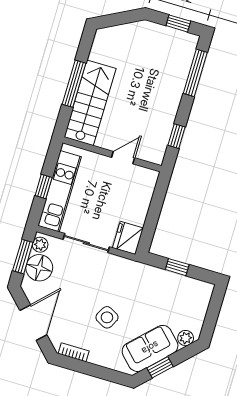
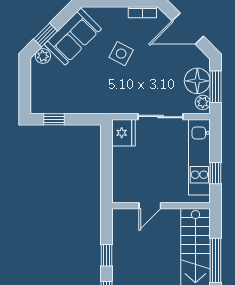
window: (176, 136) -> (106, 255), moved
window: (44, 186) -> (216, 173), moved
window: (177, 267) -> (54, 119), moved
door: (33, 323) -> (188, 29), hinge flipped
window: (160, 367) -> (46, 35), moved

